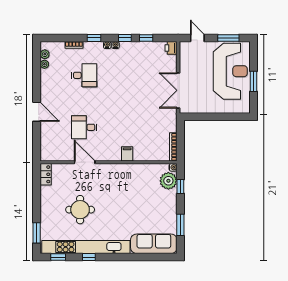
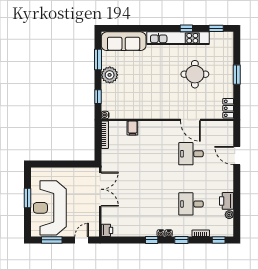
window: (146, 38) -> (219, 240), moved
door: (197, 38) -> (82, 240), swing flipped
plant: (45, 54) -> (229, 224), removed
printer: (47, 78) -> (226, 201), added
door: (37, 112) -> (237, 156), moved
desk: (84, 127) -> (191, 154), turned 180
filing cabinet: (127, 154) -> (132, 128), moved
plant: (168, 181) -> (110, 75), moved
window: (37, 233) -> (237, 75), moved
kitchen unit: (86, 247) -> (178, 38), width x0.73

